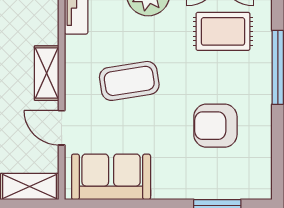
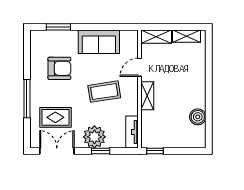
door: (62, 128) -> (139, 67), swing flipped
sofa: (111, 177) -> (99, 42), moved

